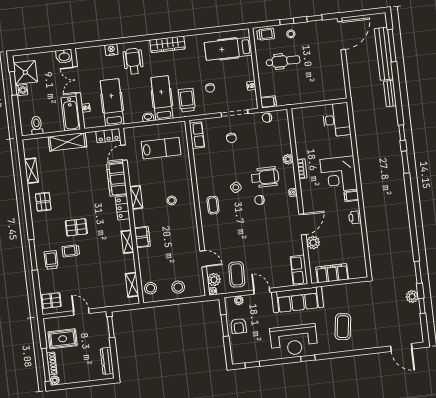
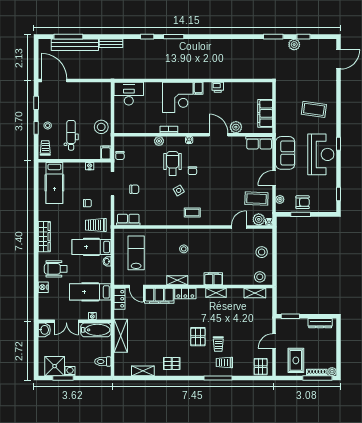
stool: (296, 93) -> (101, 127), added
sofa: (297, 300) -> (285, 153), width x0.73

